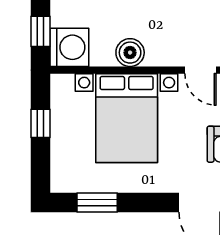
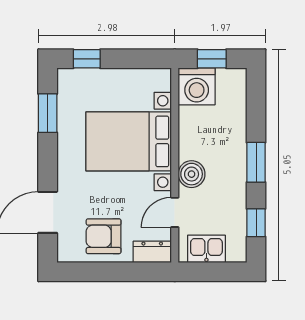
boiler: (130, 53) -> (192, 174), moved
window: (41, 123) -> (87, 59), moved

